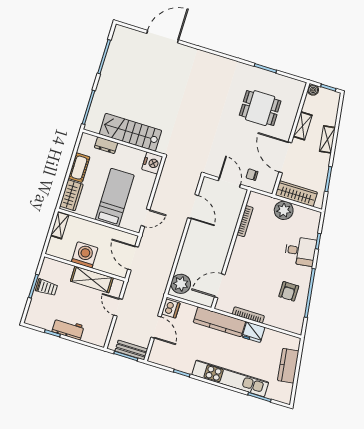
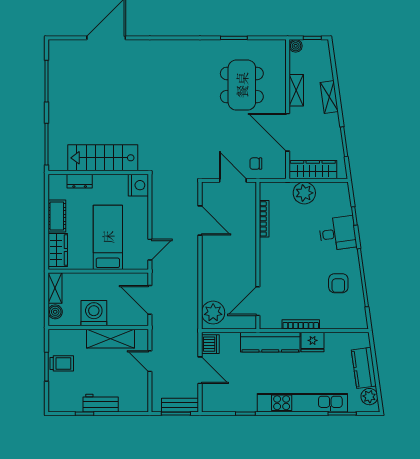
dining table: (260, 108) -> (242, 85), width x1.38
boiler: (54, 244) -> (55, 312), added
plant: (286, 390) -> (369, 397), added

